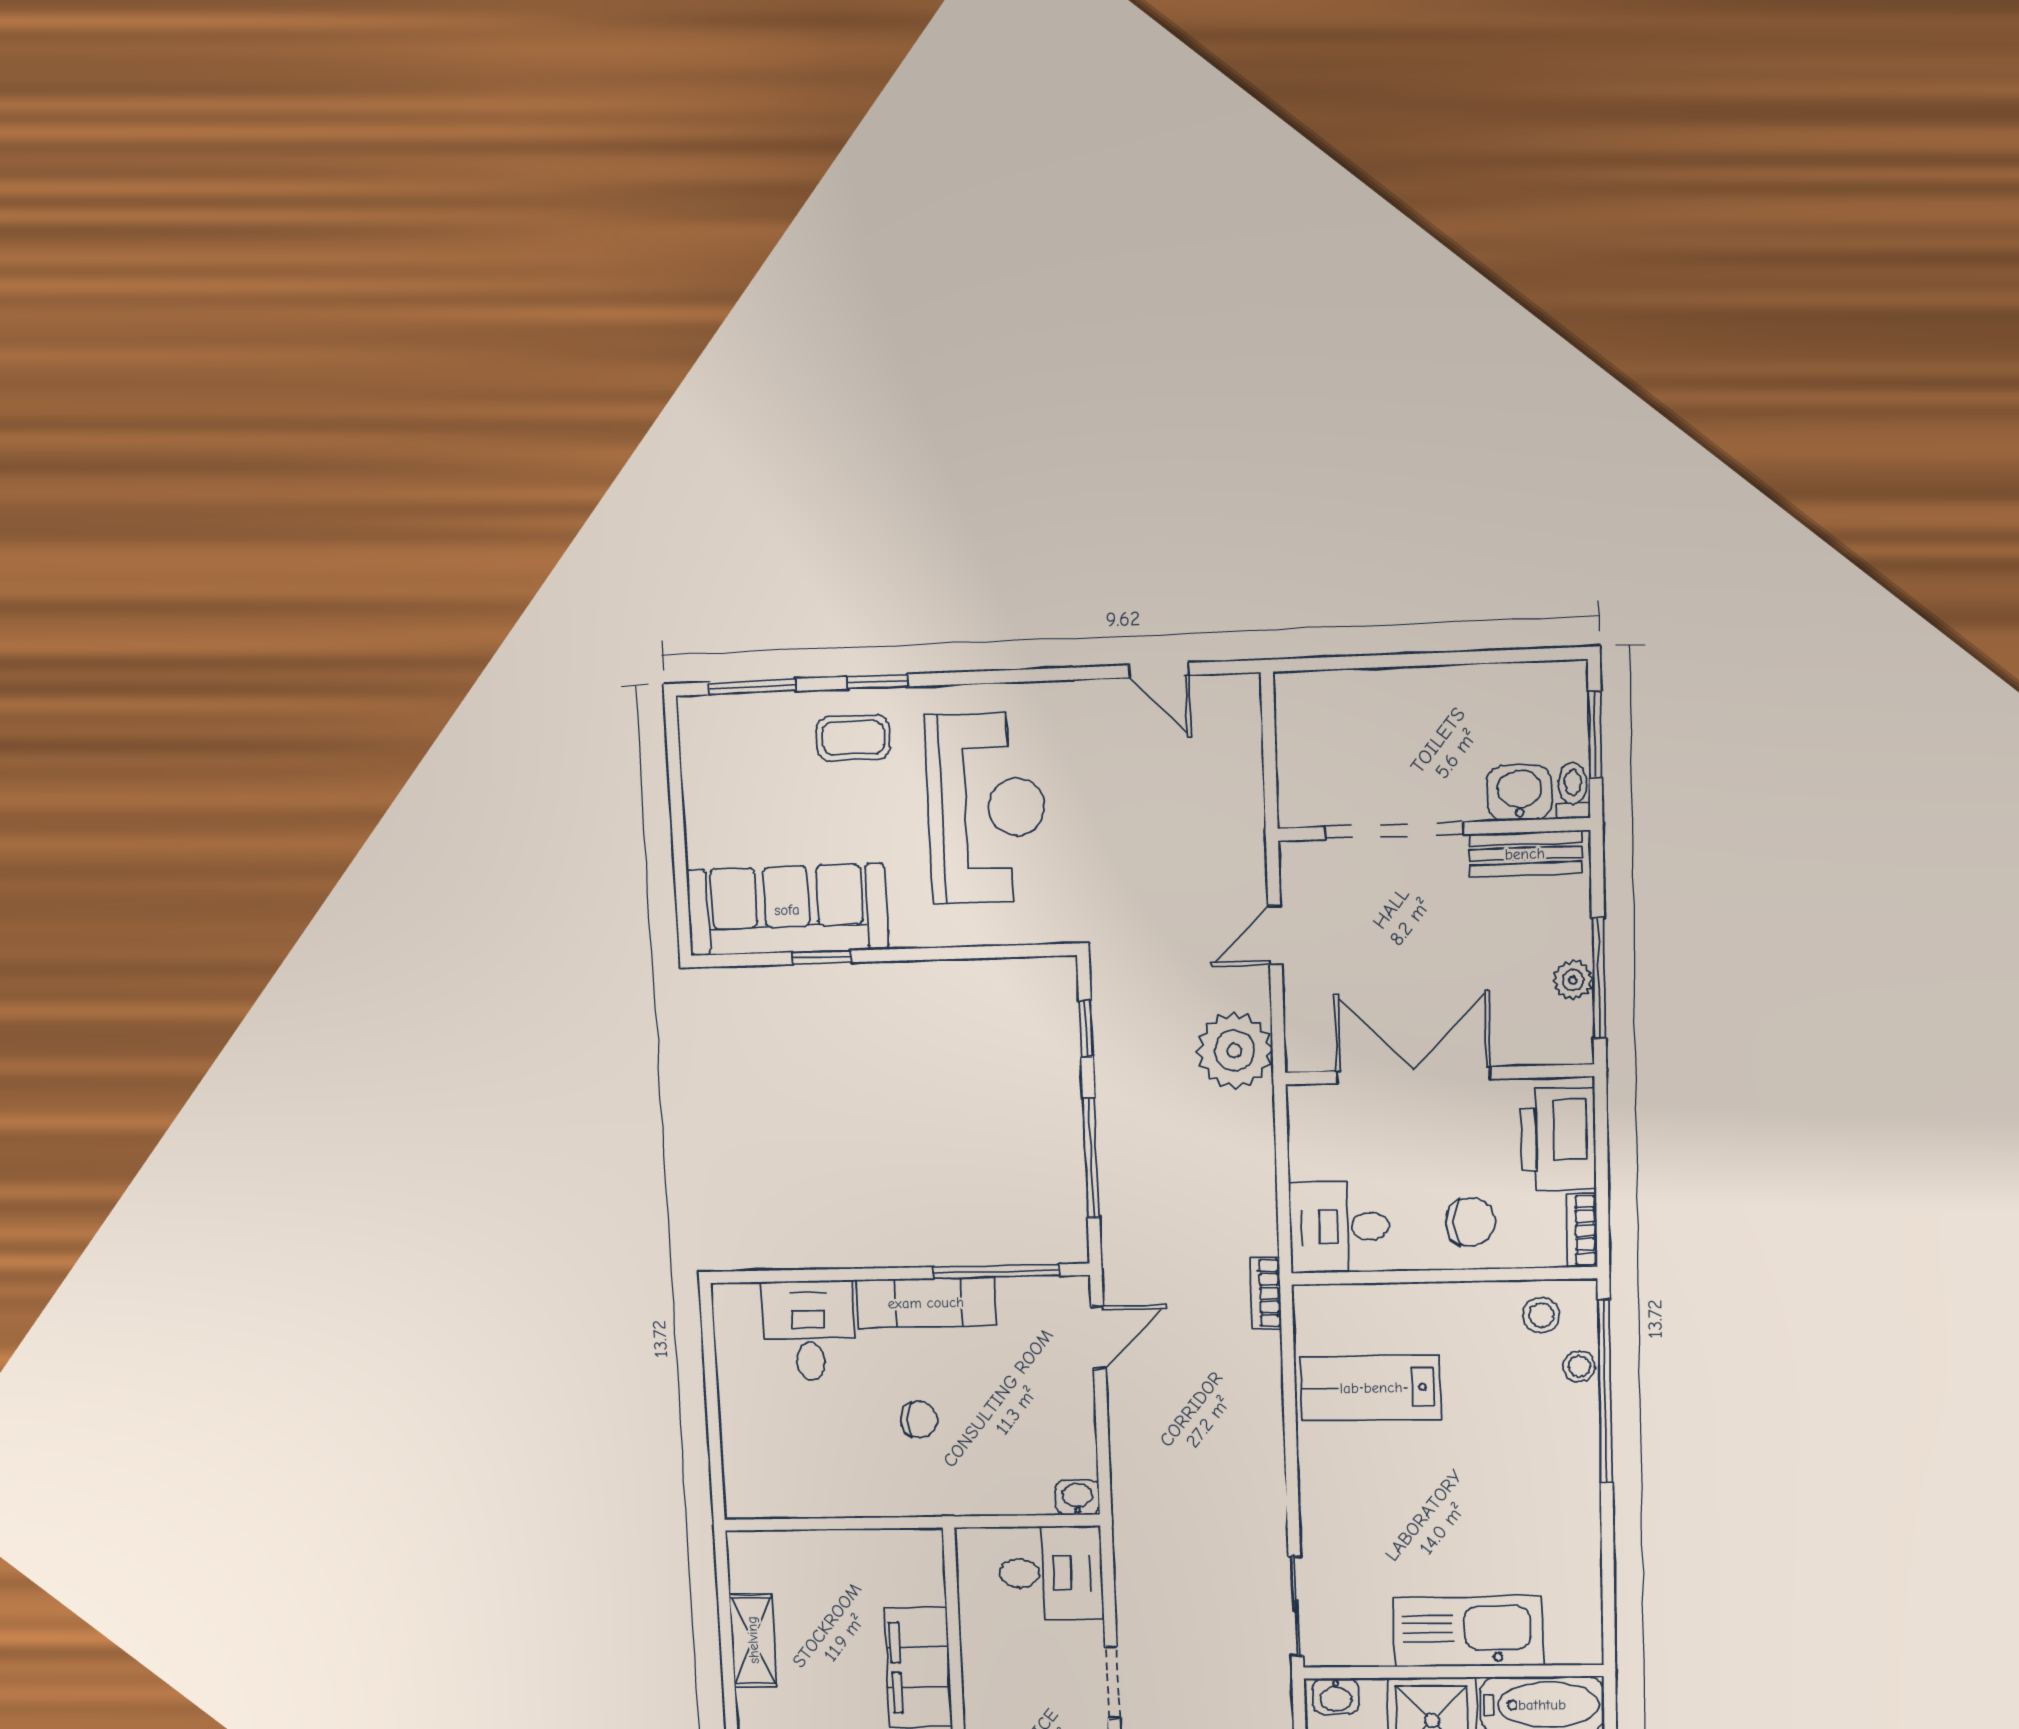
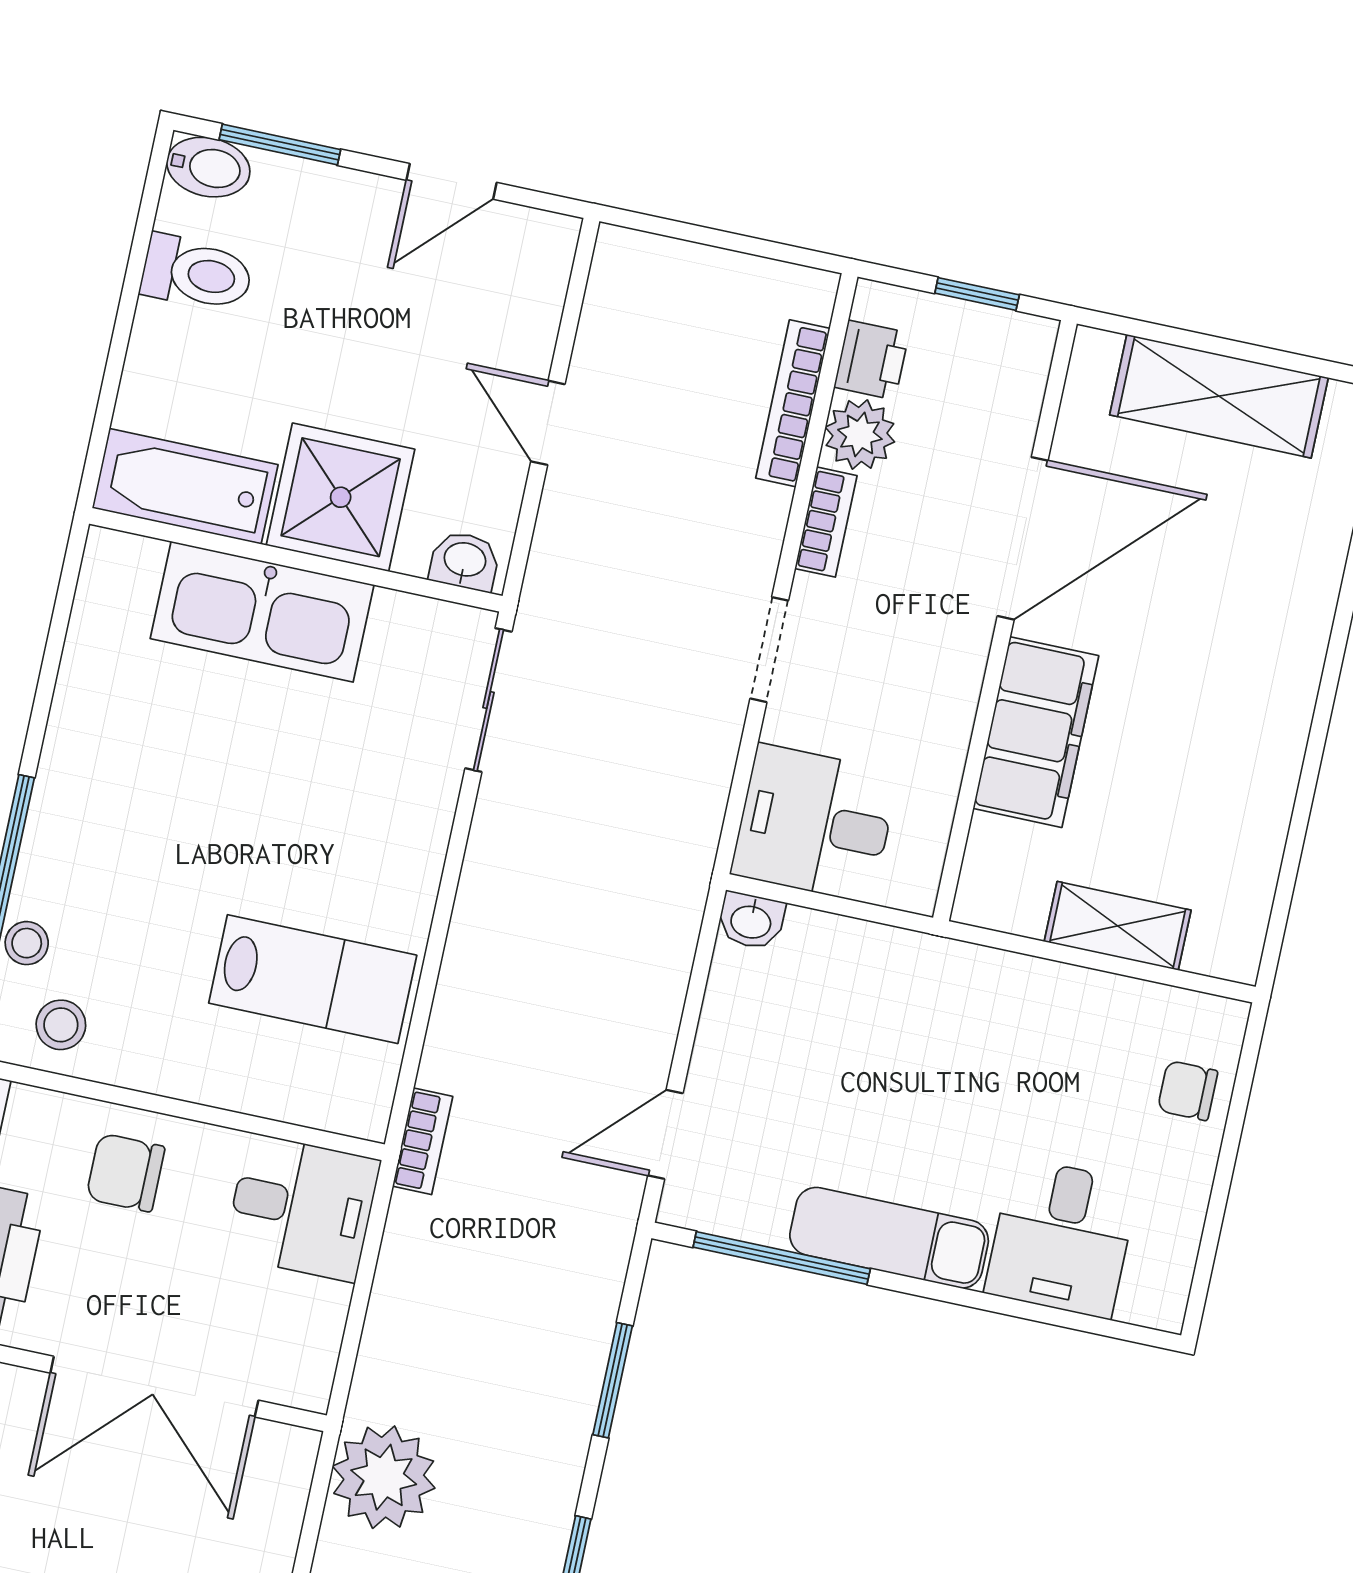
window: (1091, 1158) -> (613, 1380), width x0.69
chair: (919, 1420) -> (1188, 1091), moved
shelving: (753, 1640) -> (1118, 926), moved, turned 90

